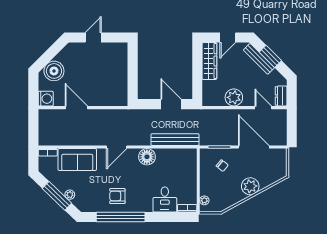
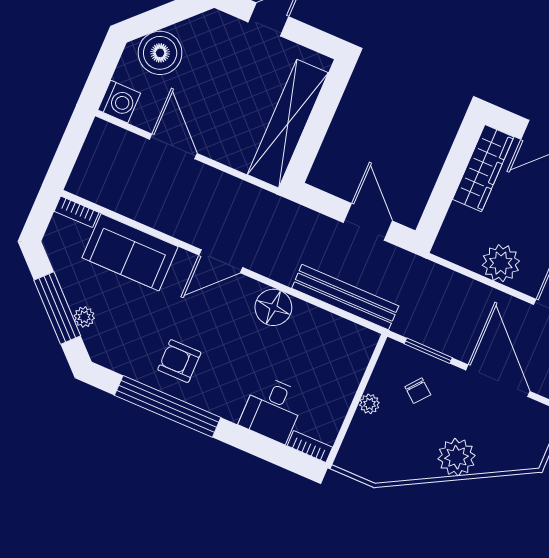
shelving: (120, 78) -> (288, 124), added
plant: (204, 200) -> (369, 404), moved

